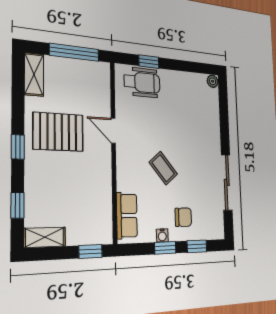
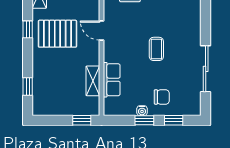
window: (18, 147) -> (28, 29), moved
coffee table: (163, 168) -> (156, 49), moved, turned 40
row of seats: (127, 216) -> (112, 80), moved
shelving: (45, 237) -> (93, 81), moved, turned 90

